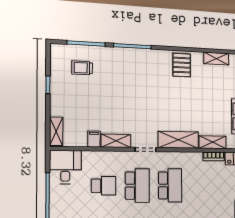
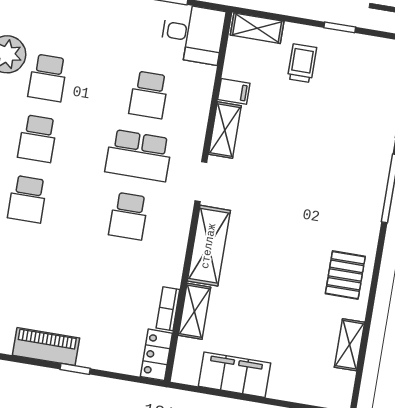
pallet: (182, 65) -> (345, 275), turned 90
trolley: (82, 68) -> (302, 63), moved
school desk: (170, 185) -> (128, 216), width x0.54

